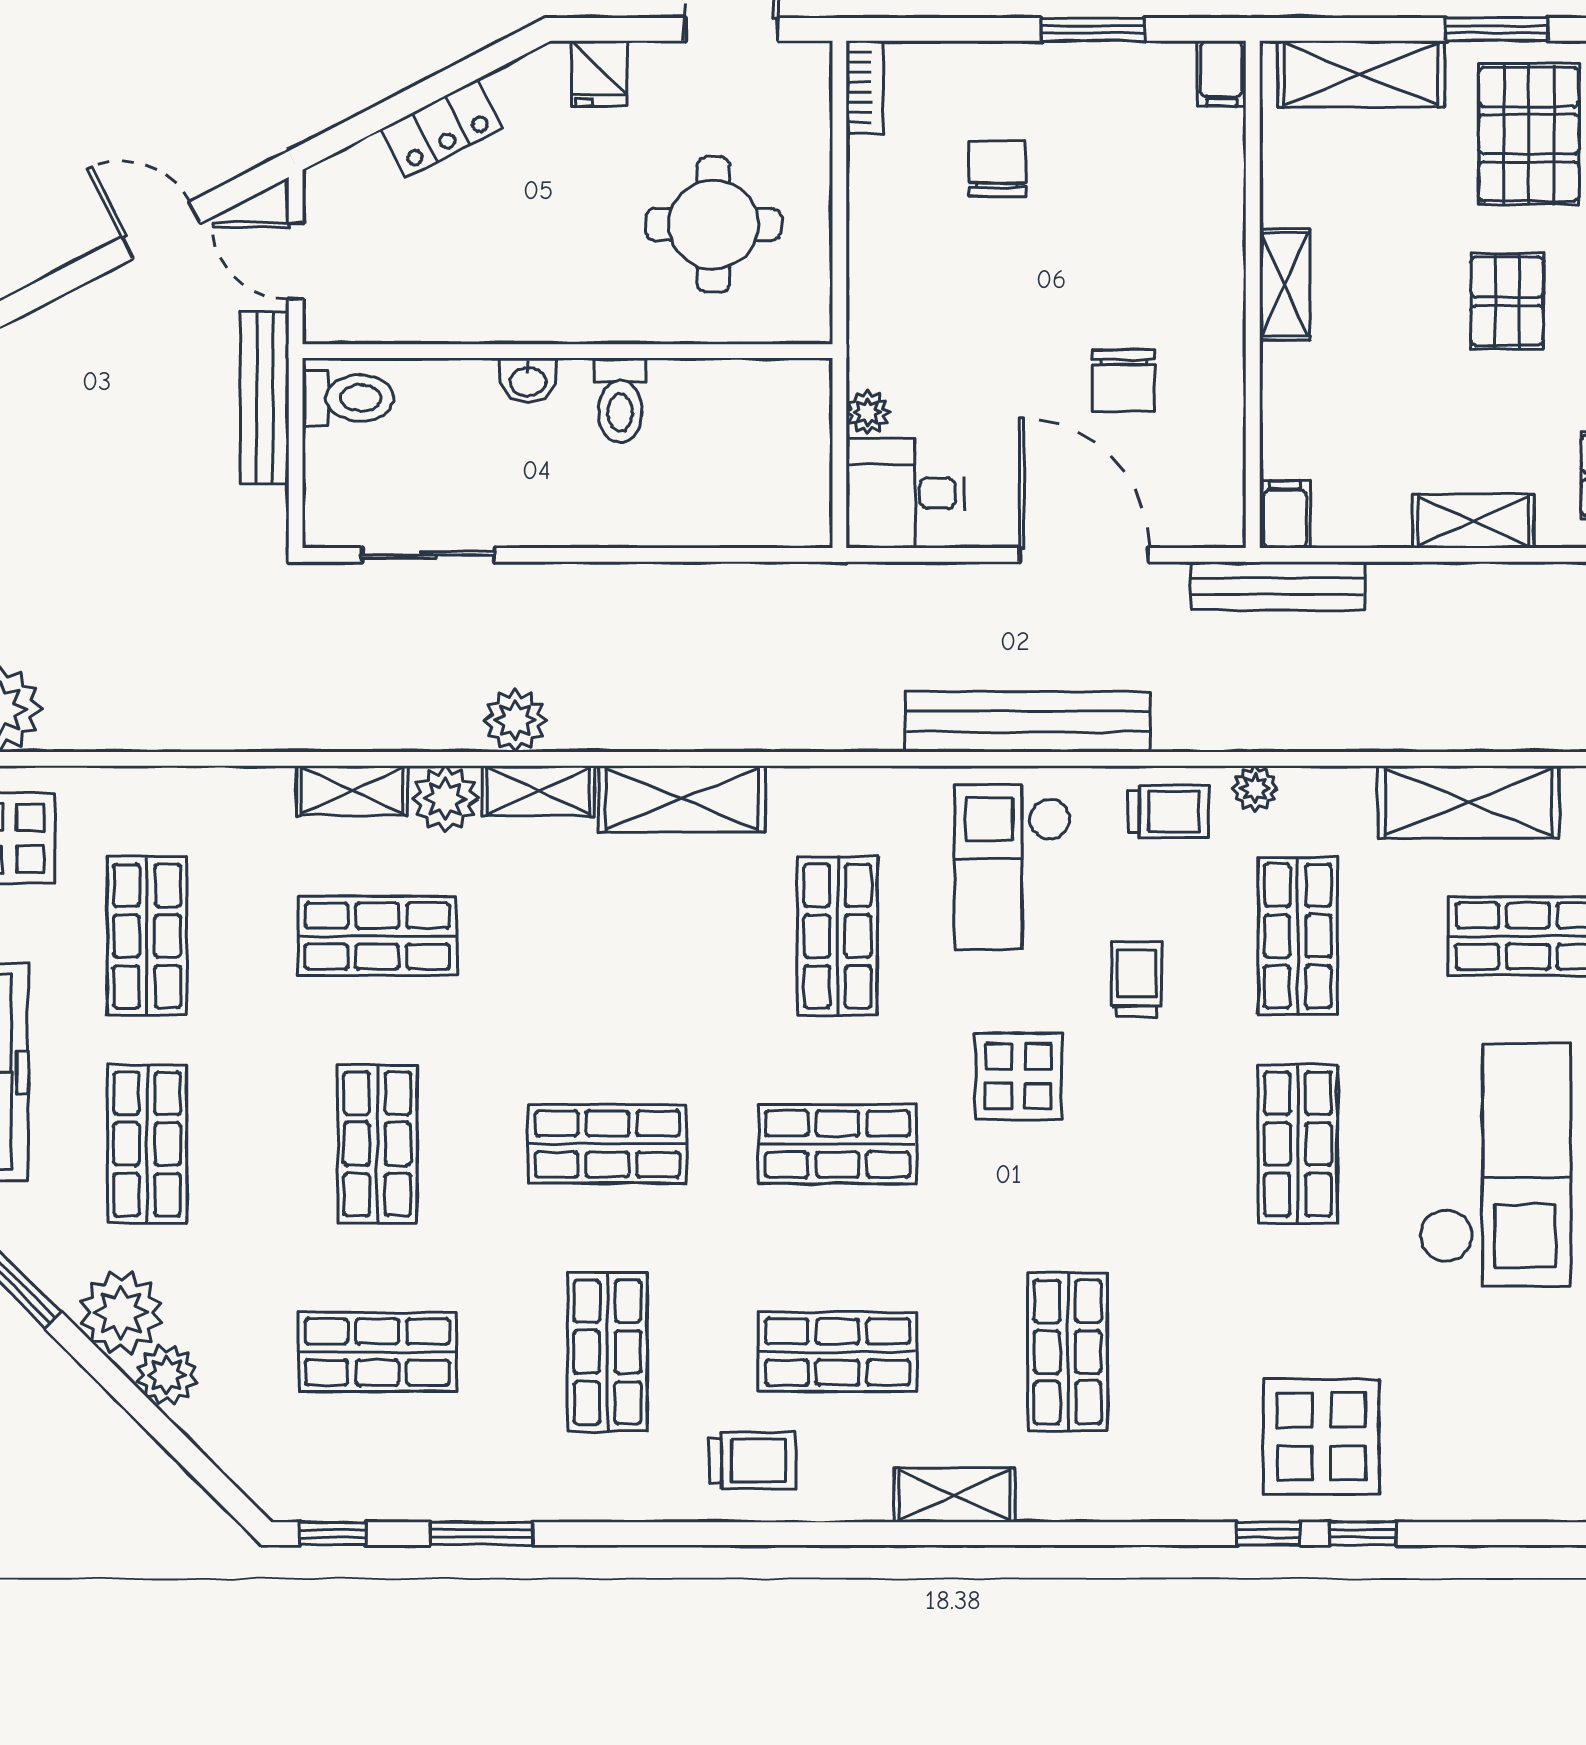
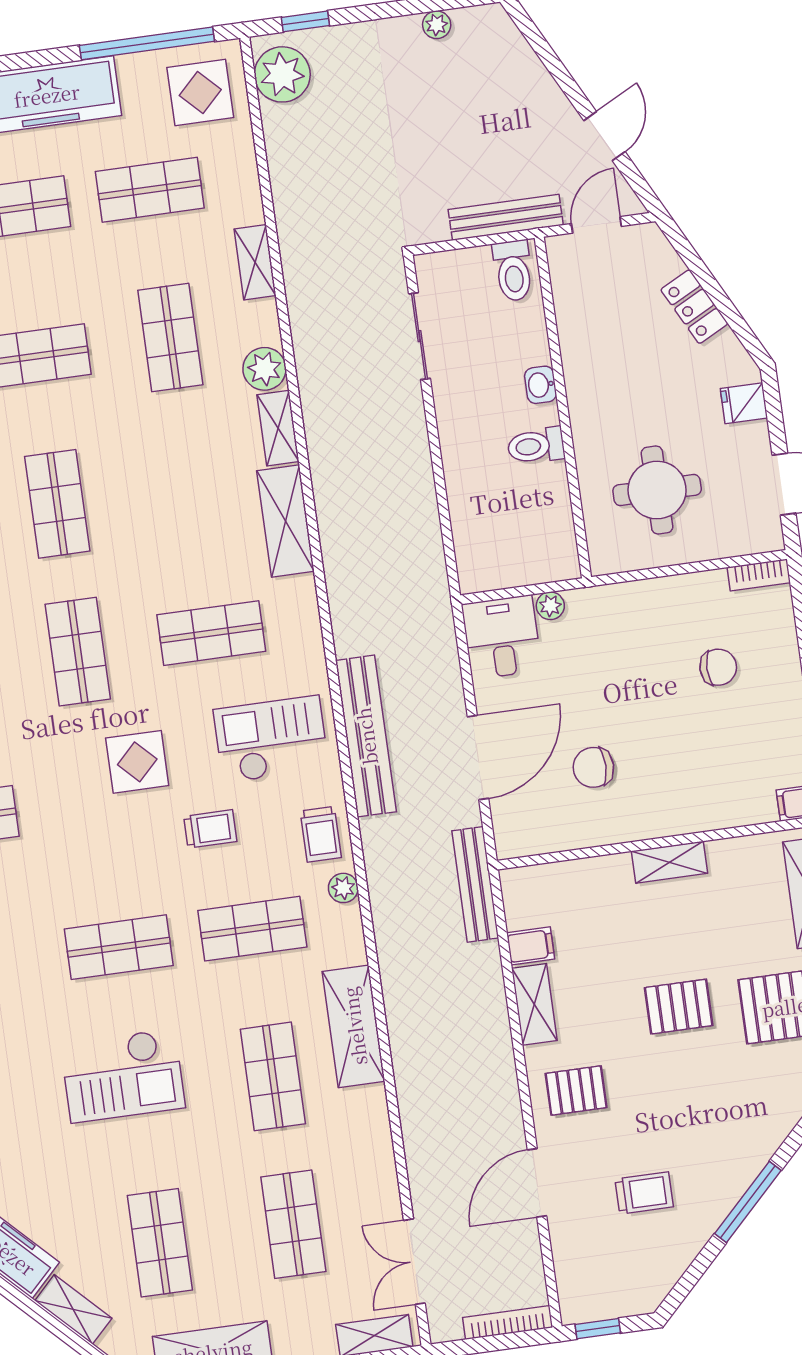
filing cabinet: (1285, 514) -> (531, 946), moved
plant: (515, 721) -> (321, 407), removed
shelving: (352, 791) -> (255, 262), moved
checkout: (1495, 1165) -> (123, 1076), width x0.73, depth x0.83

